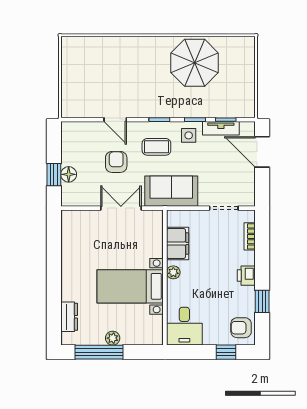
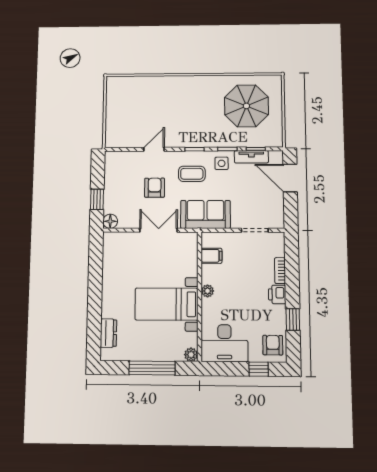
parasol: (195, 63) -> (246, 106), moved
door: (115, 120) -> (154, 149), swing flipped
floor lamp: (69, 174) -> (110, 221), moved
bookcase: (250, 236) -> (280, 271), moved
filing cabinet: (178, 244) -> (212, 256), width x0.50
desk: (184, 326) -> (224, 343), width x1.37
armchair: (241, 328) -> (273, 345), turned 90
plant: (113, 338) -> (191, 355), moved
window: (99, 352) -> (152, 368), moved

